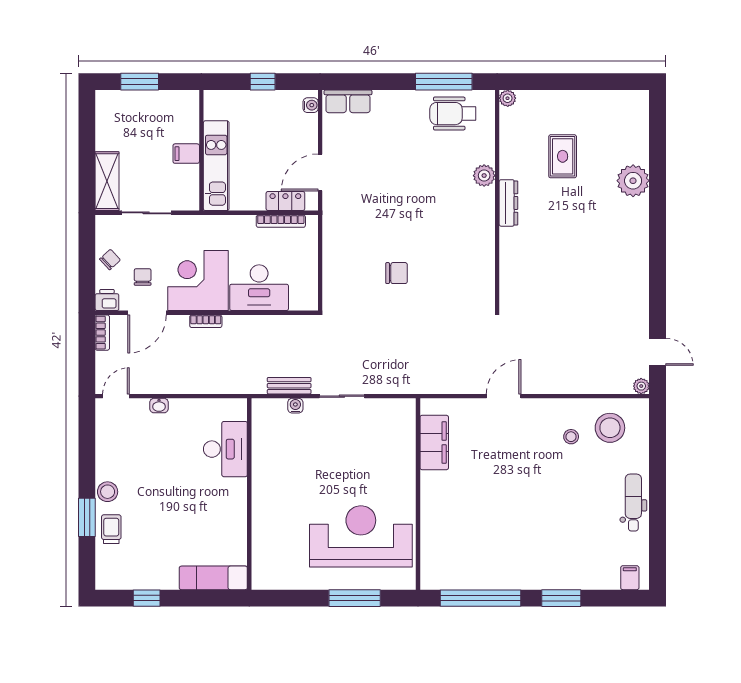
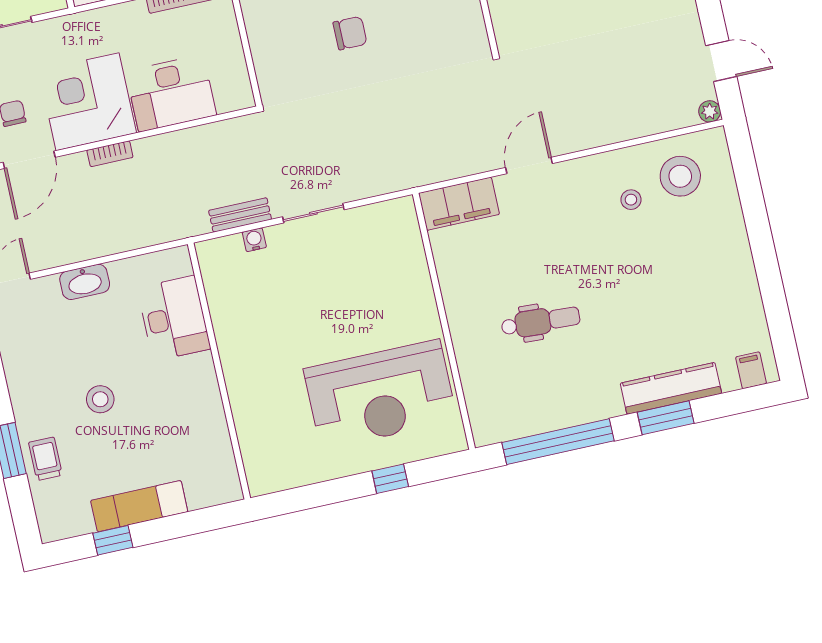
washbasin: (159, 406) -> (85, 282), width x1.91, depth x1.45
filing cabinet: (434, 442) -> (459, 204), moved, turned 90
stool: (108, 492) -> (100, 399), moved
dental chair: (633, 503) -> (541, 322), moved, turned 93
reception desk: (361, 536) -> (380, 395), turned 180
exam couch: (213, 578) -> (139, 506), moved
kitchen counter: (570, 578) -> (671, 388), added
window: (355, 598) -> (390, 479), width x0.46

